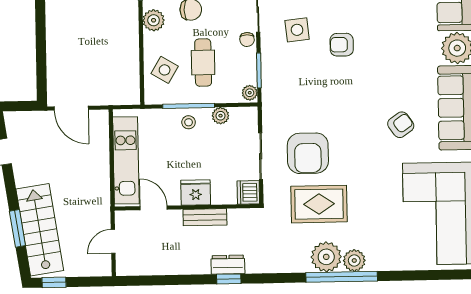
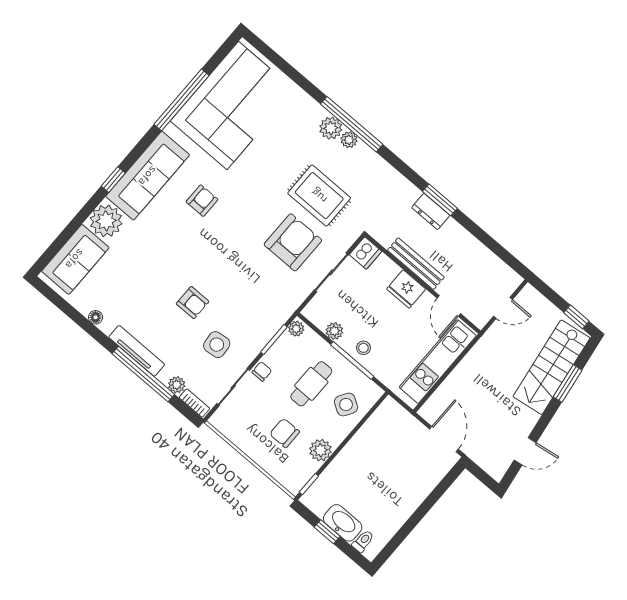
armchair: (401, 125) -> (202, 201), turned 125
bench: (205, 217) -> (416, 264), width x1.36
plant: (326, 257) -> (349, 140), width x0.53, depth x0.53
window: (229, 279) -> (440, 200), width x1.50

